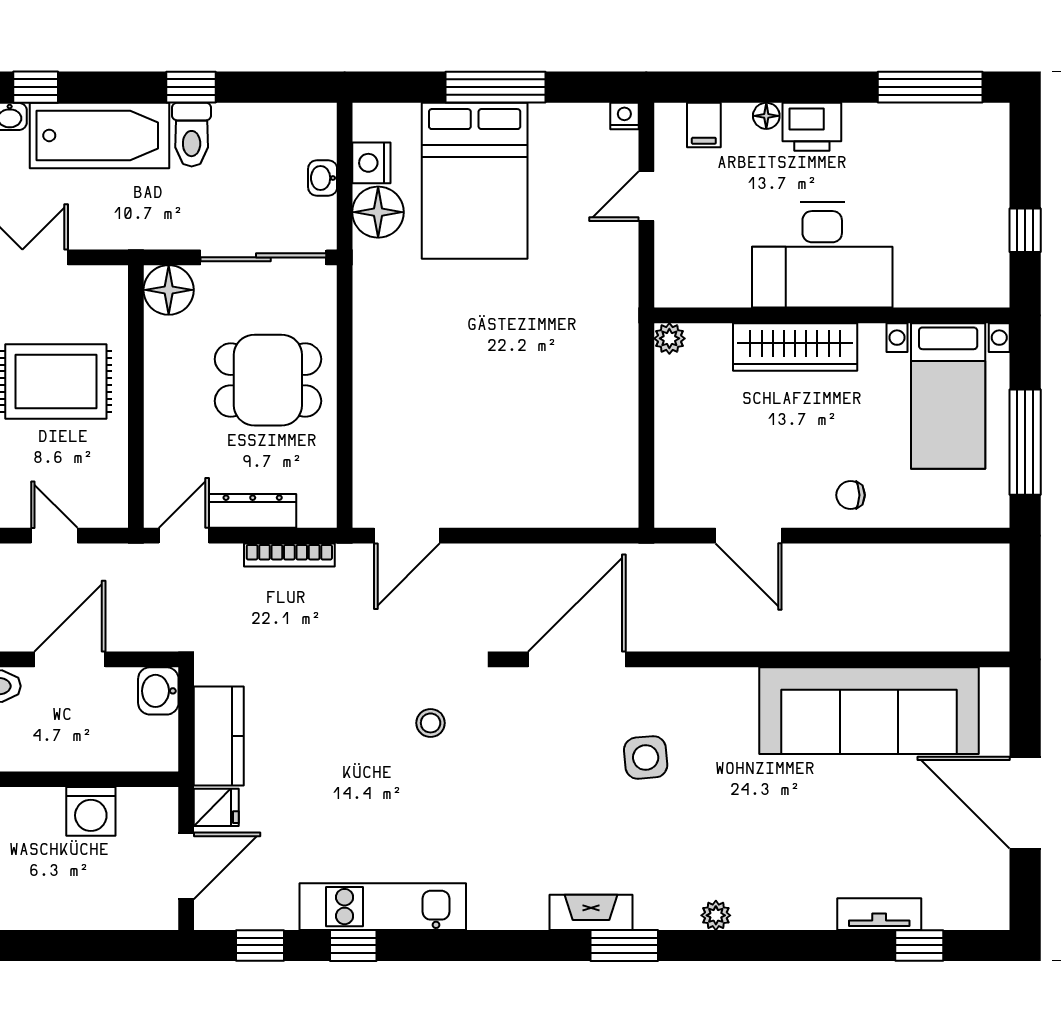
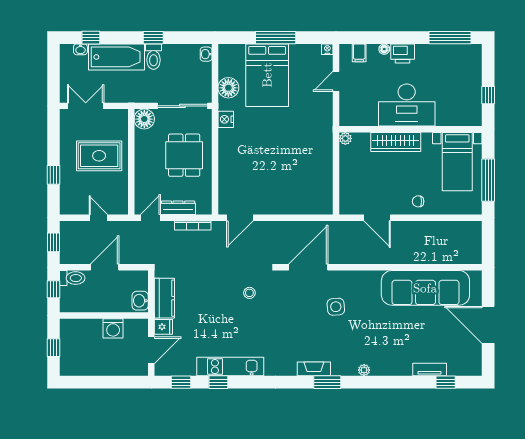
nightstand: (371, 163) -> (226, 119), moved
washbasin: (323, 178) -> (206, 54), moved
dining table: (268, 380) -> (184, 155), turned 90
washbasin: (158, 691) -> (140, 301), moved

